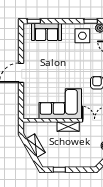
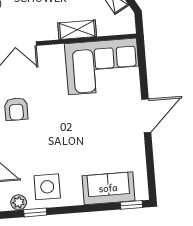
corner sofa: (60, 104) -> (102, 66), moved
shelving: (68, 127) -> (77, 30), moved

